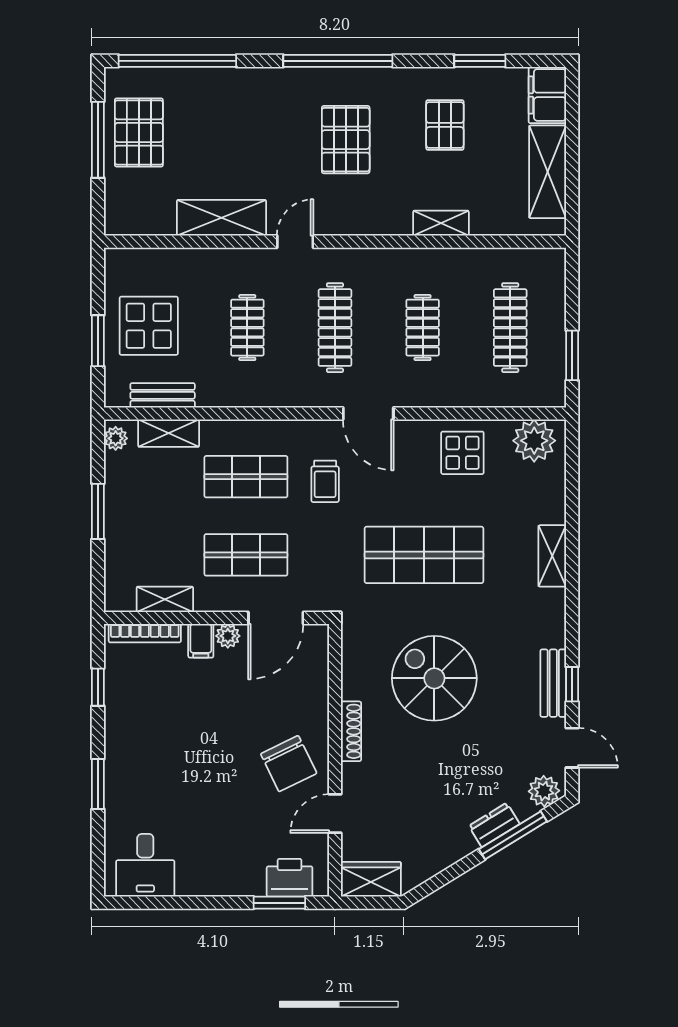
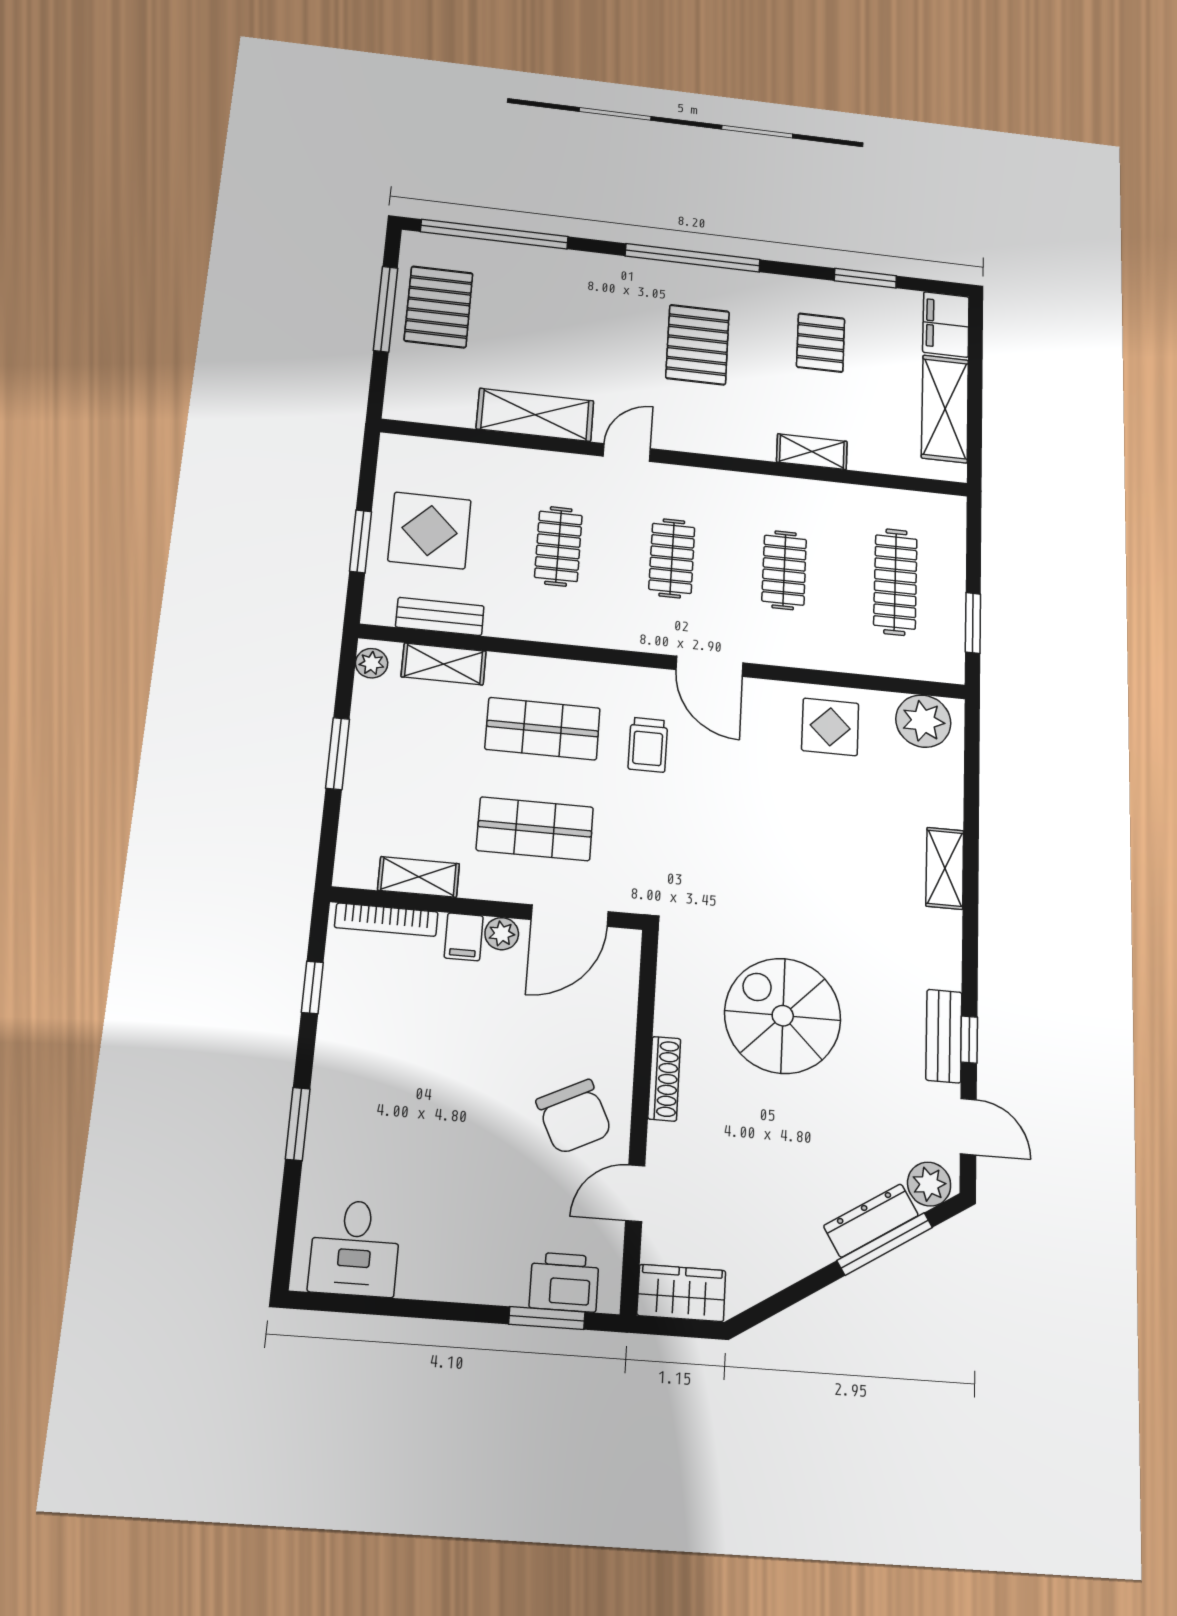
clothes rail: (335, 328) -> (672, 558), width x0.73
shop shelf: (424, 555) -> (775, 851), removed
dresser: (494, 825) -> (871, 1221), width x1.44

